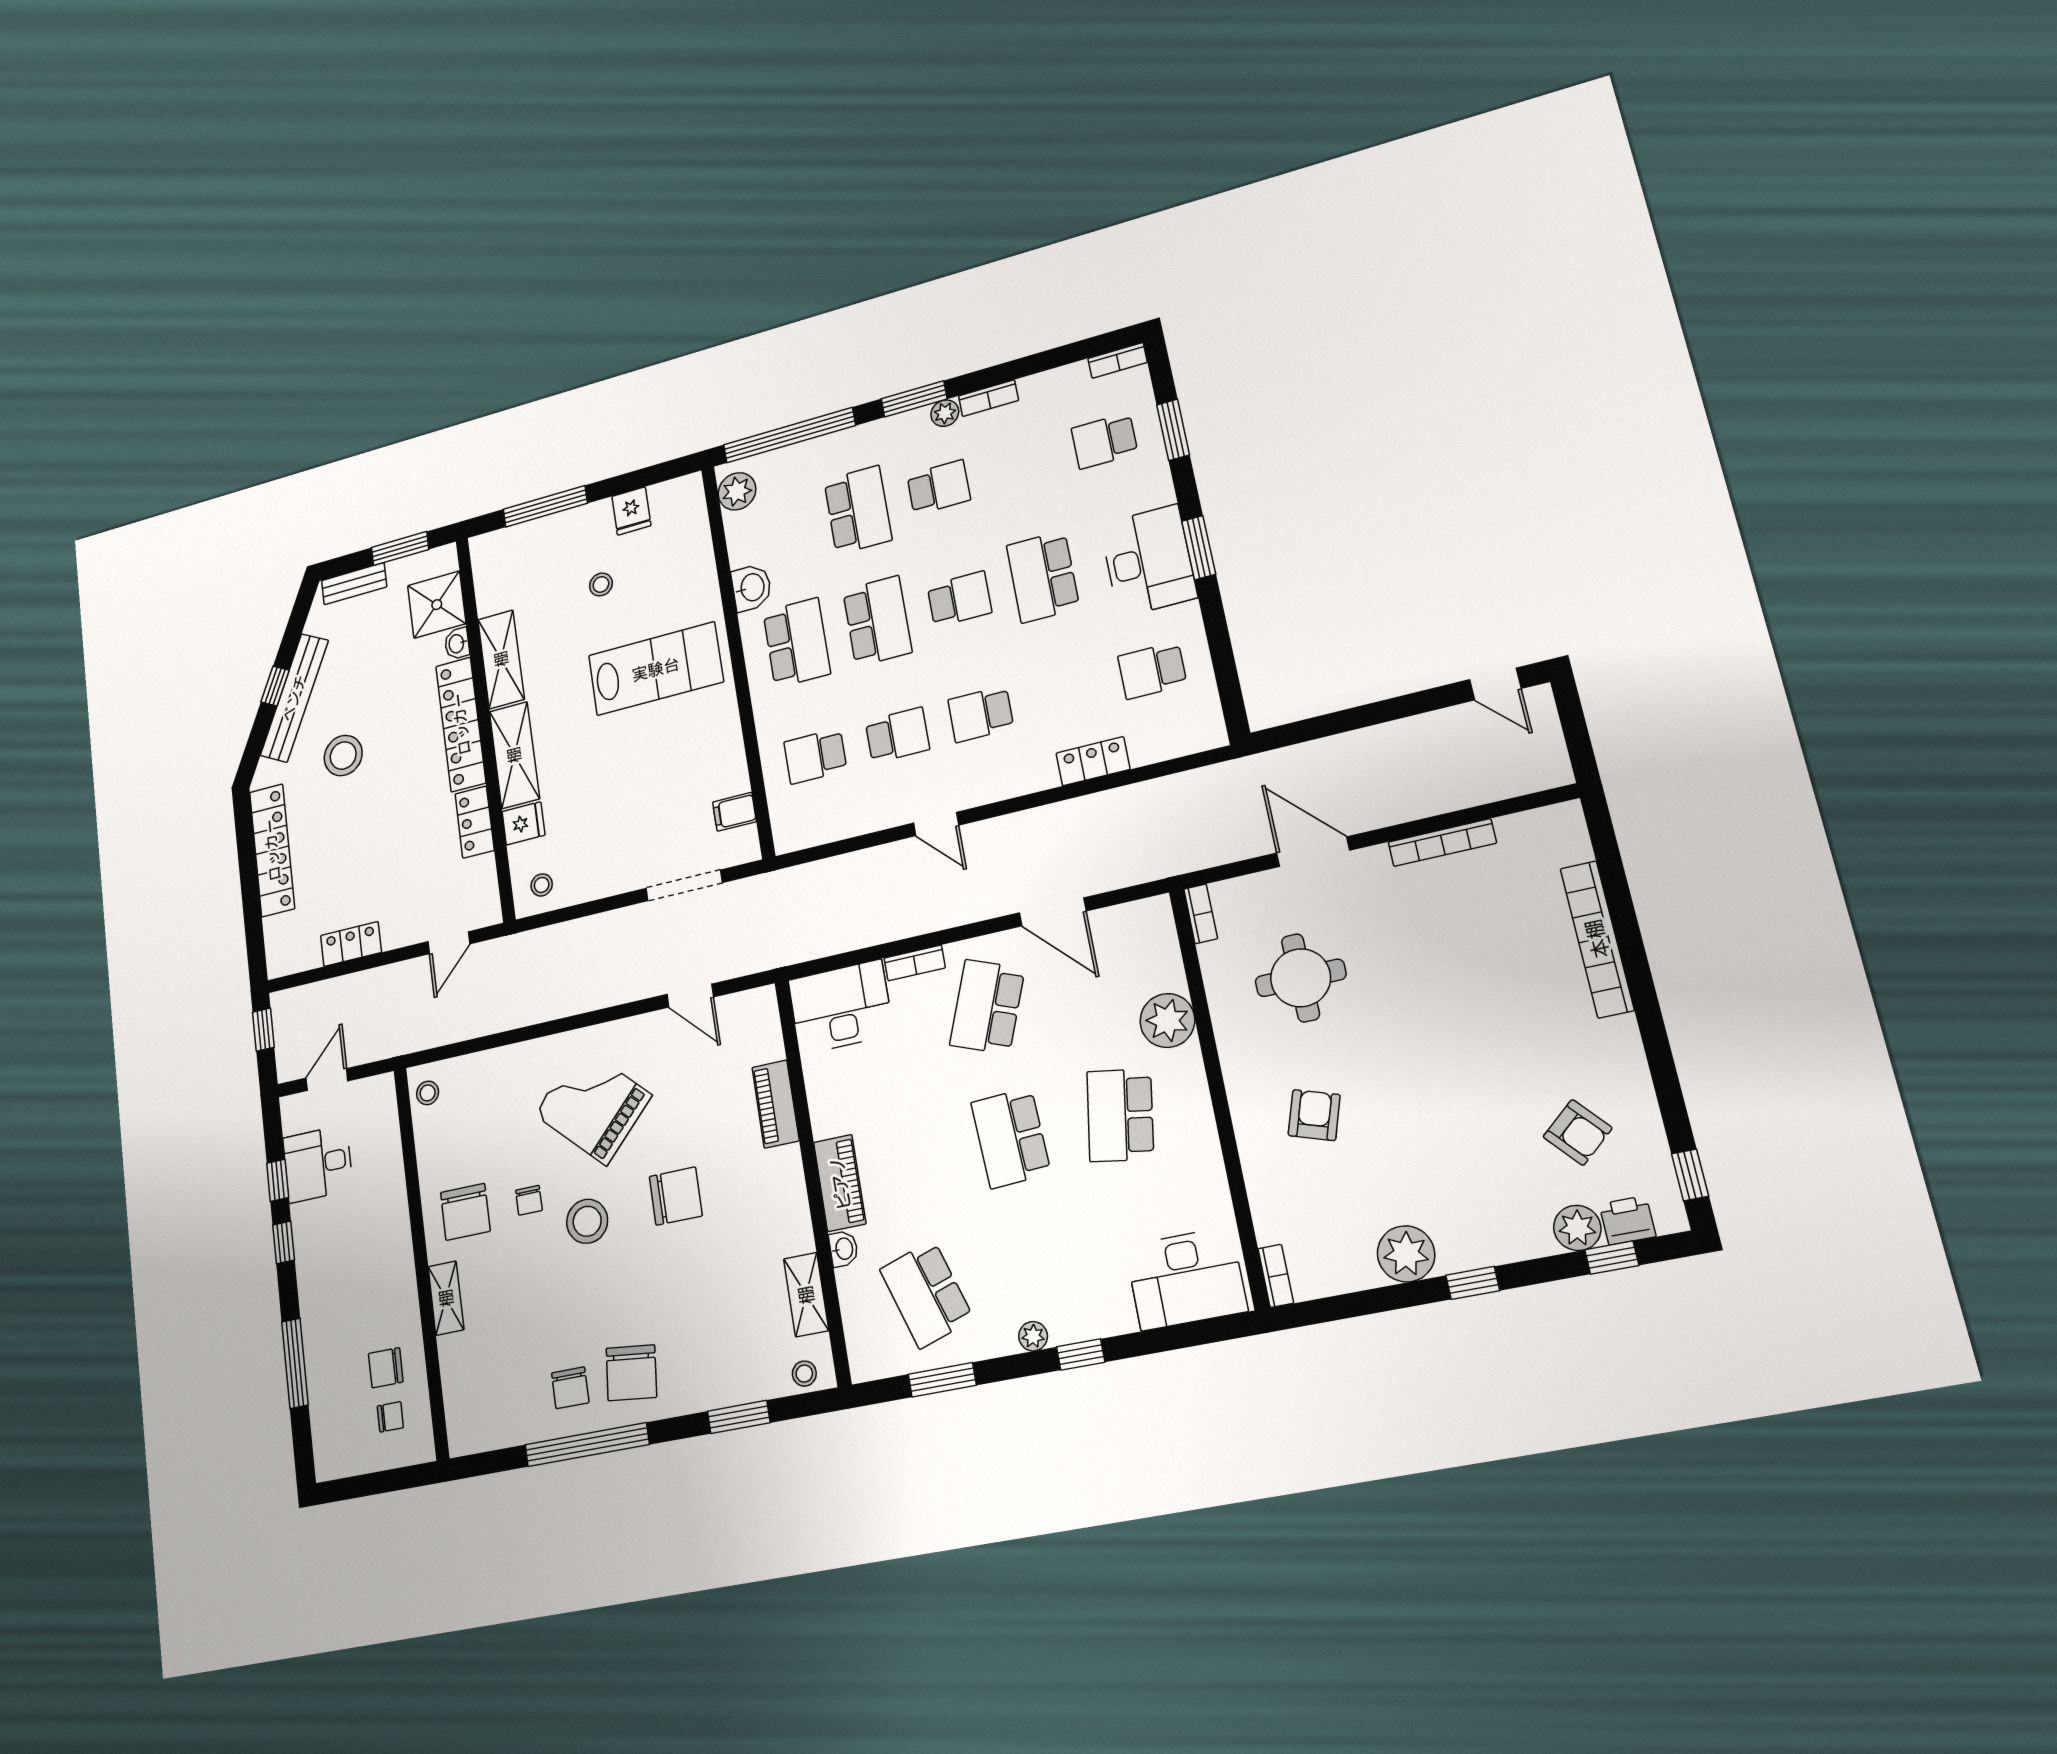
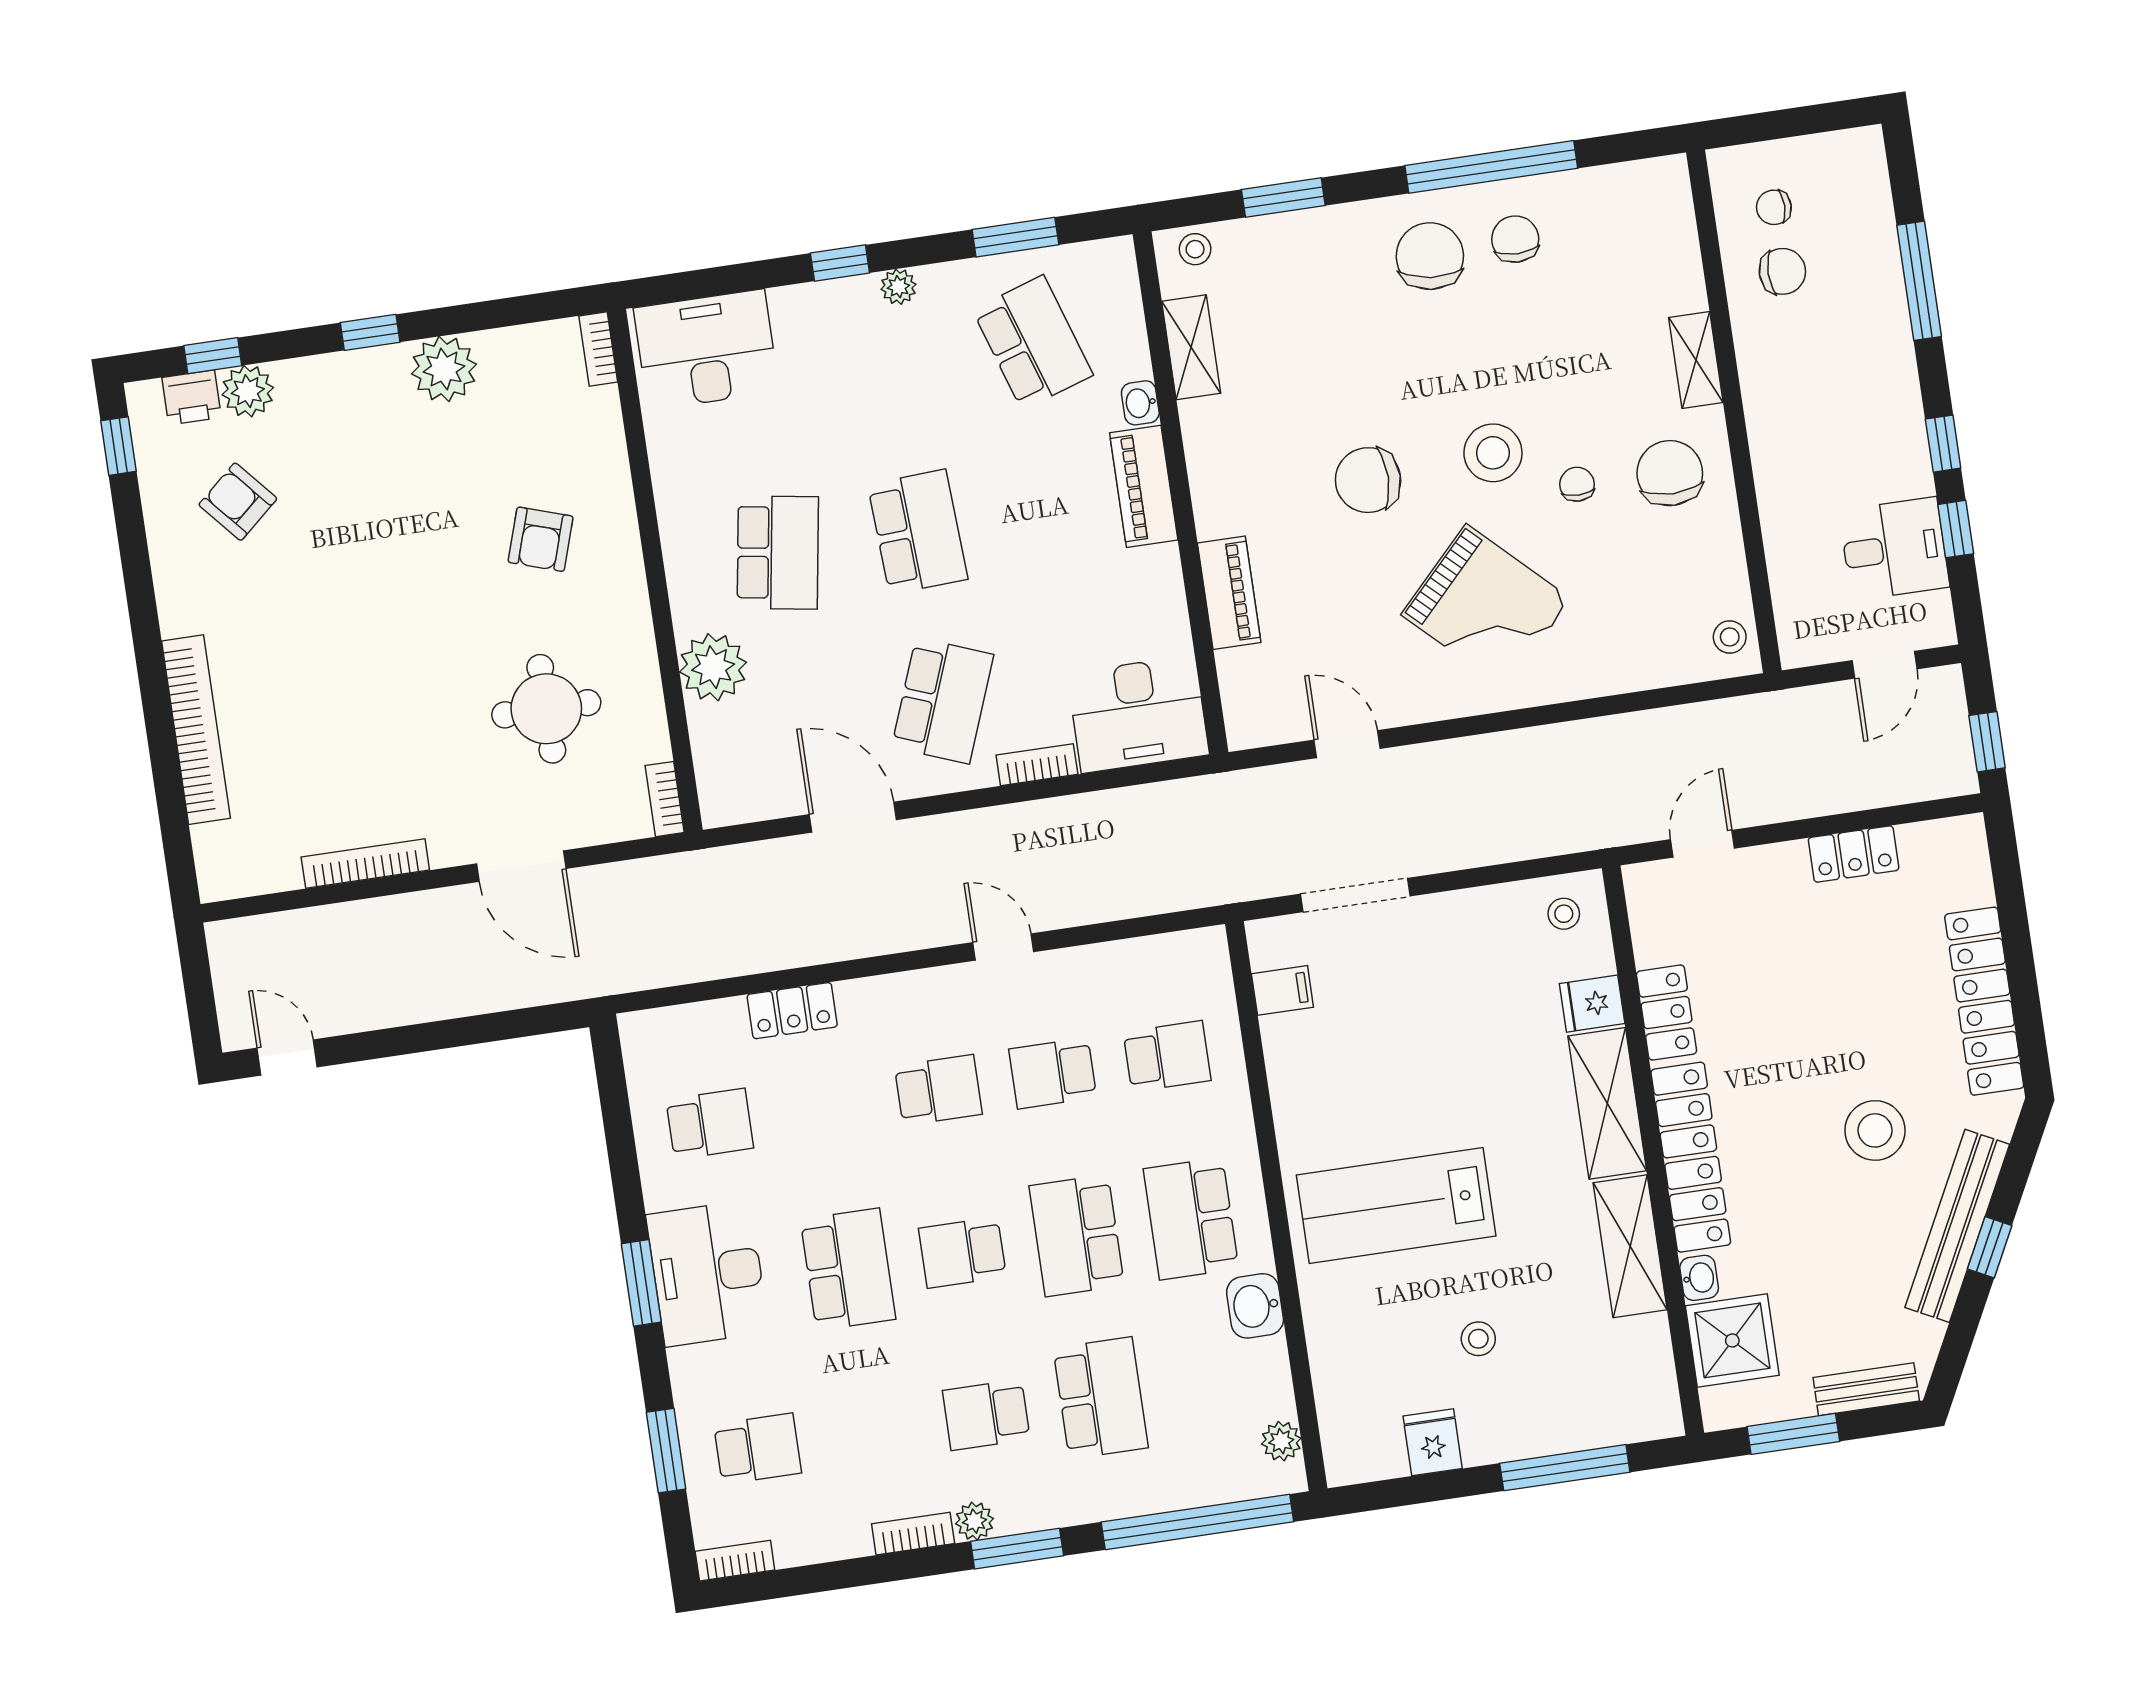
plant: (737, 491) -> (1281, 1441), width x0.73, depth x0.73
school desk: (858, 510) -> (1101, 1398), turned 180

